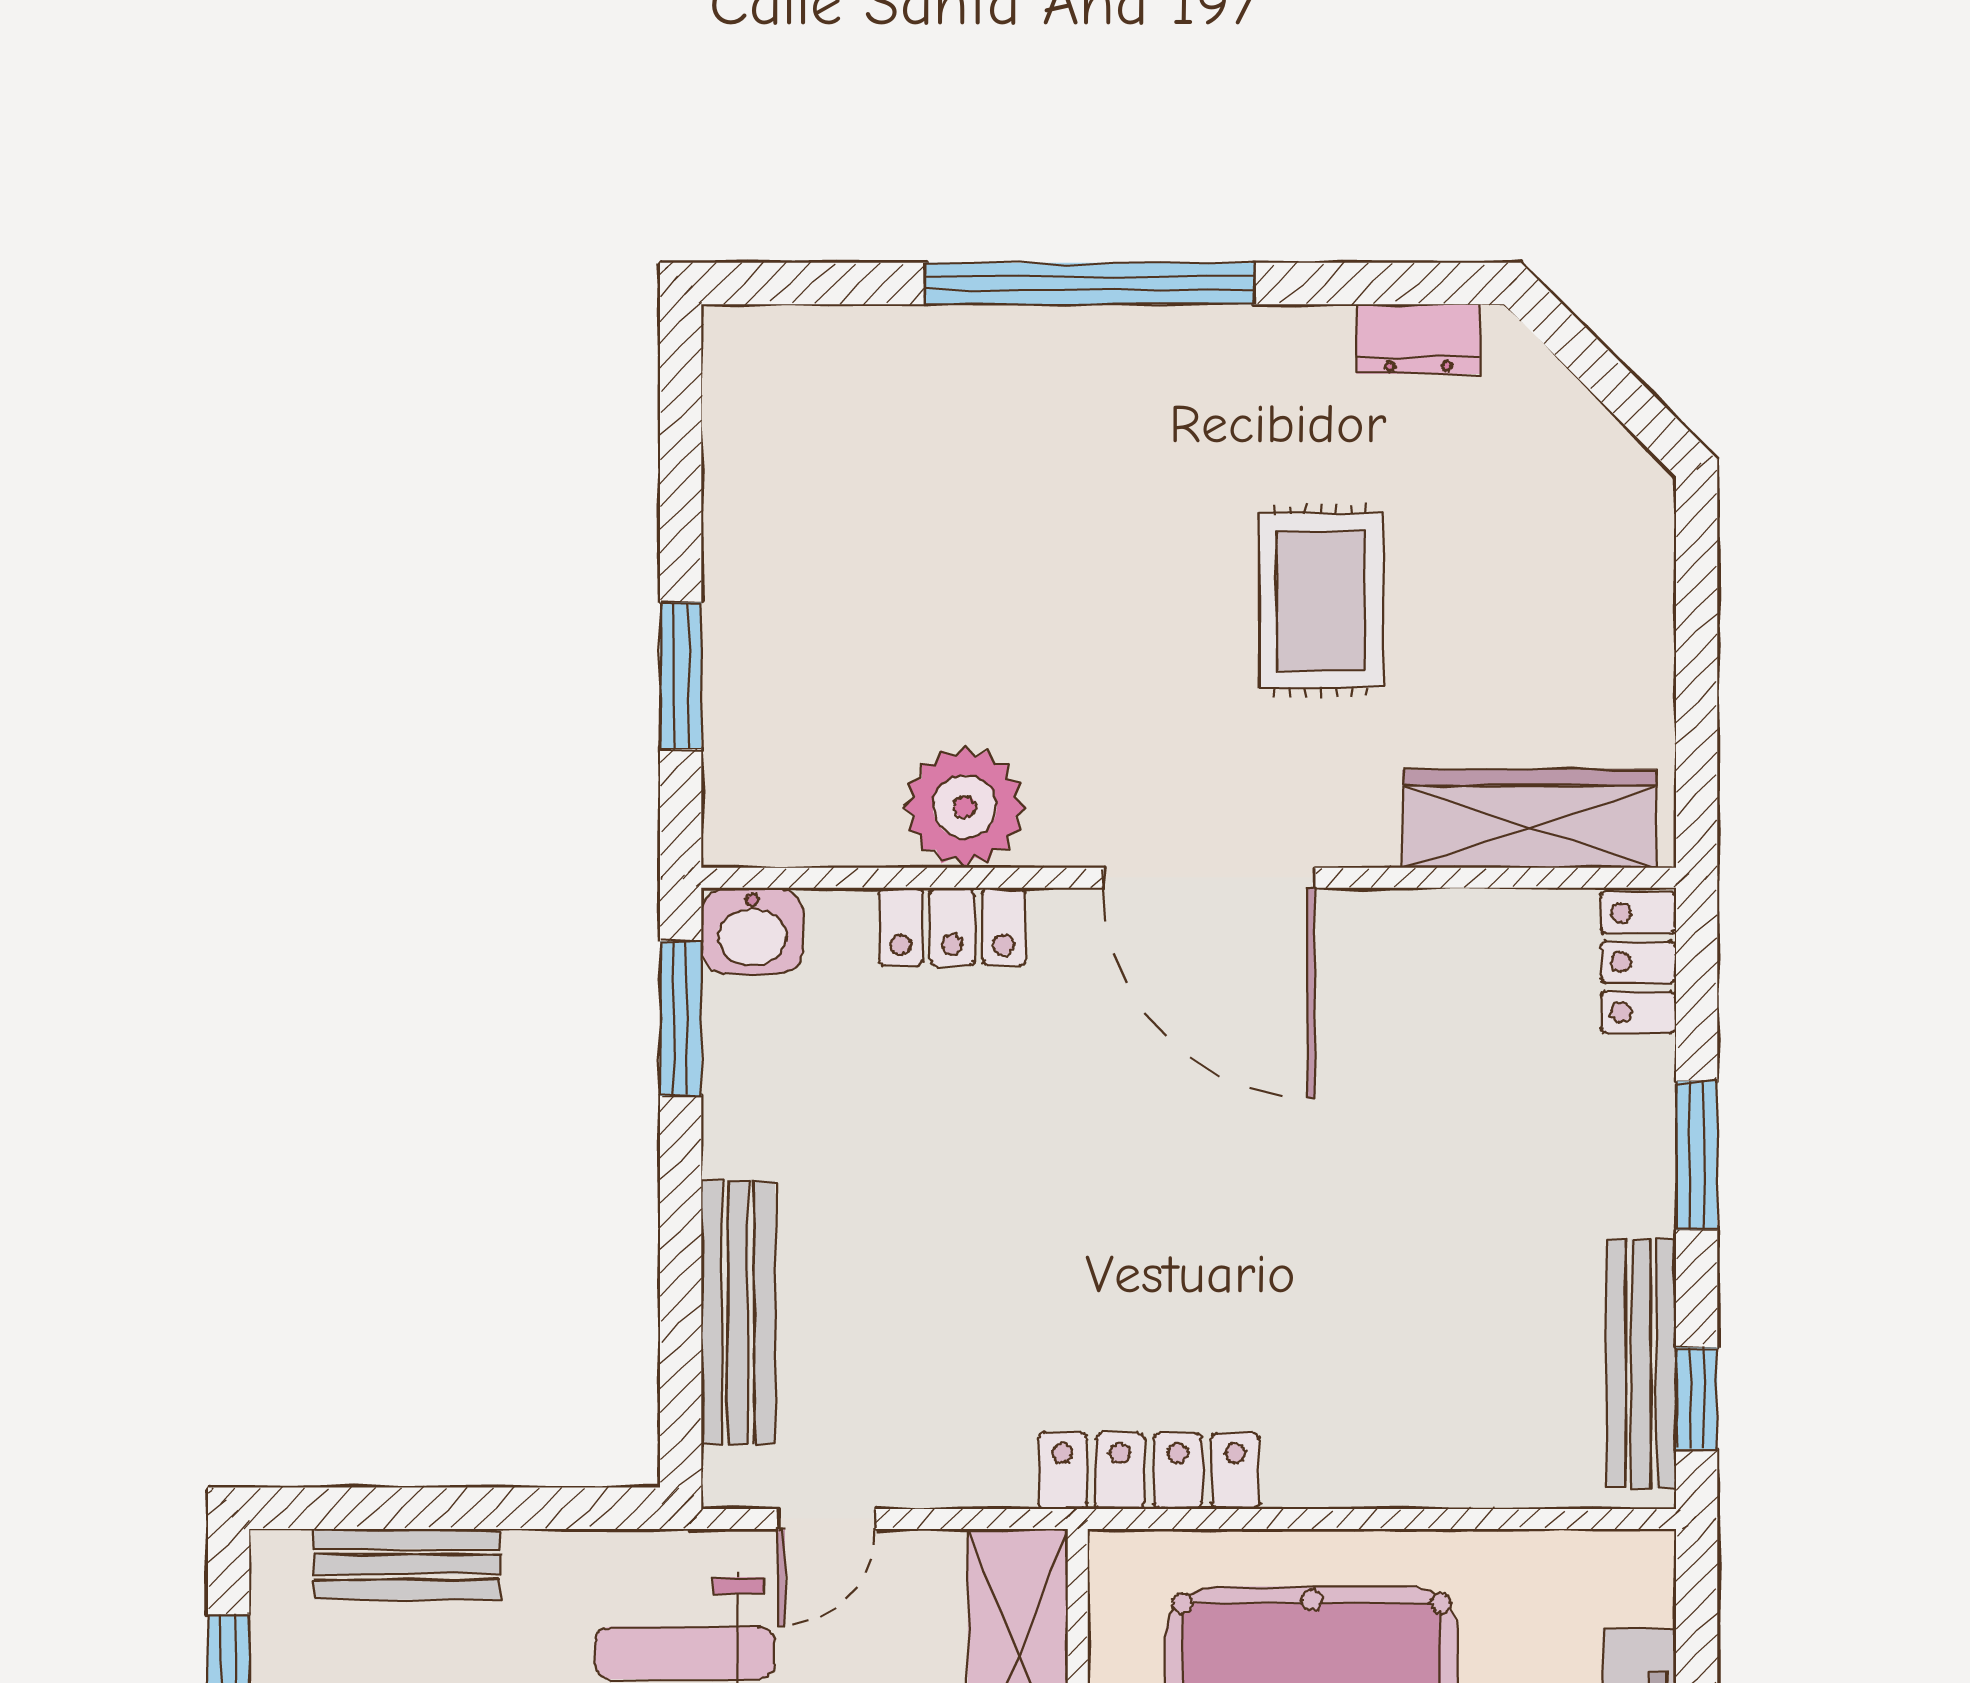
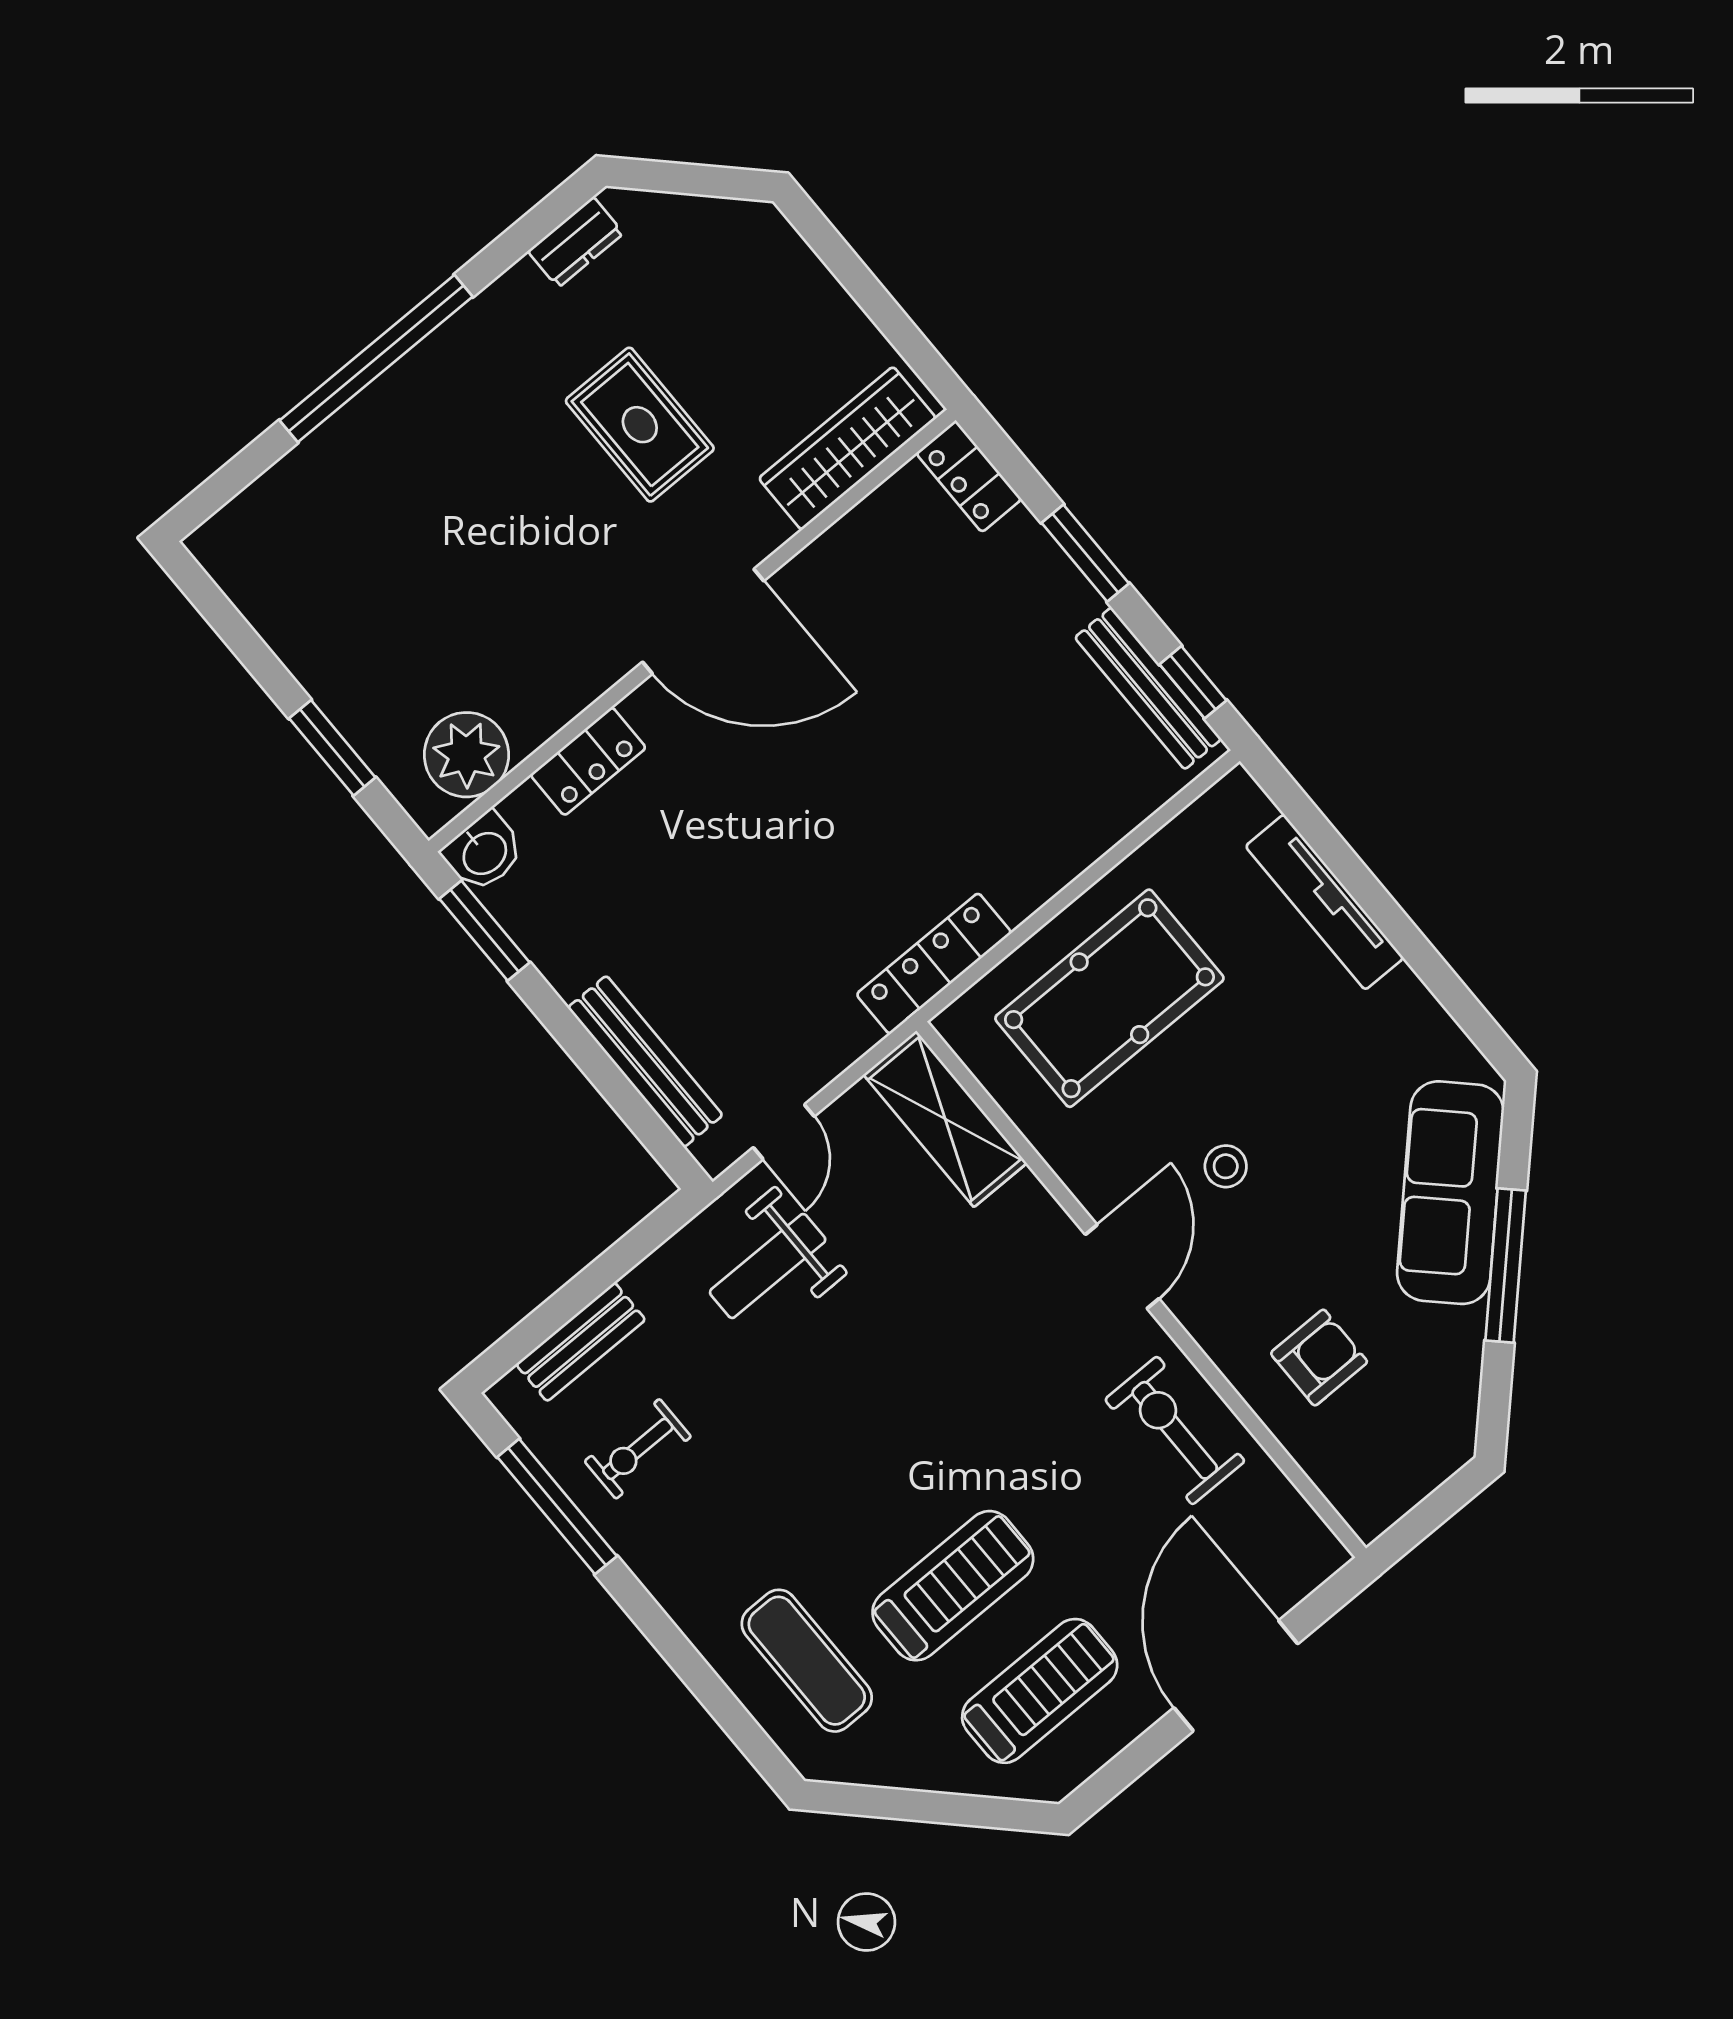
plant: (965, 807) -> (466, 755), moved

